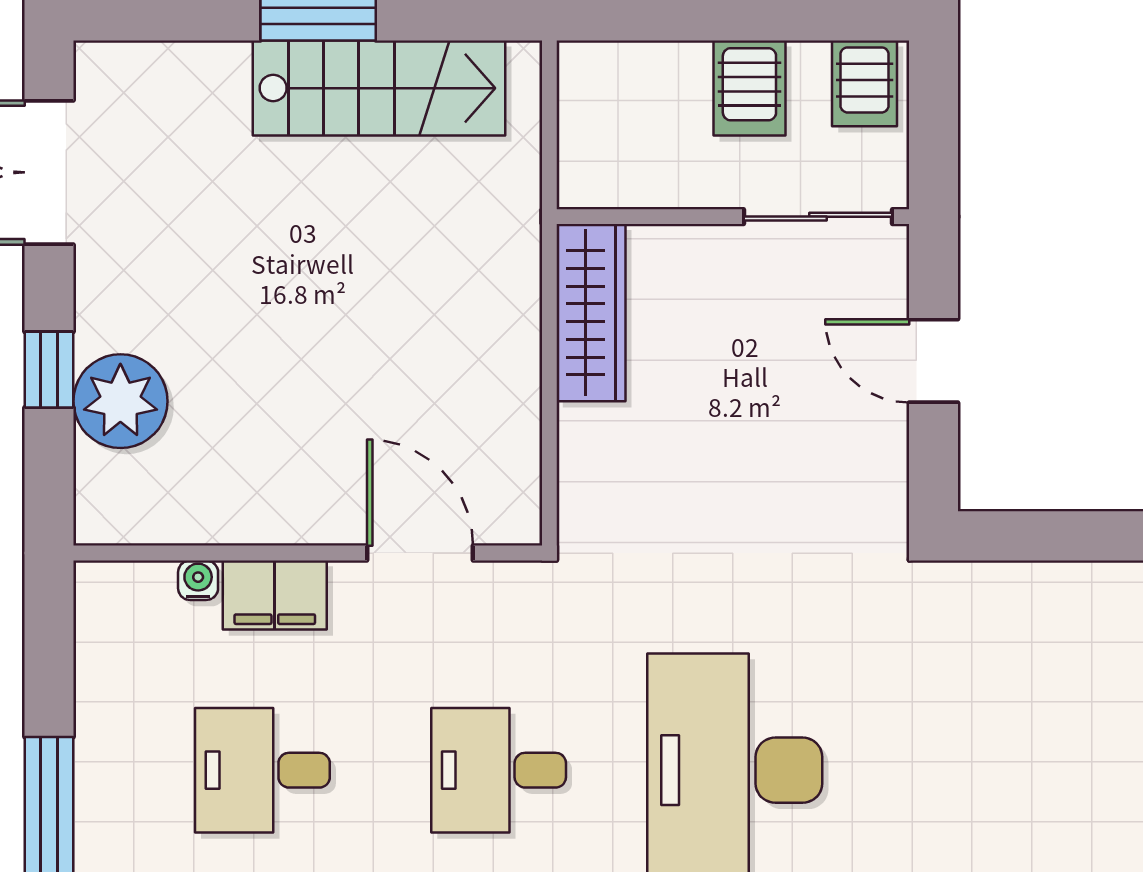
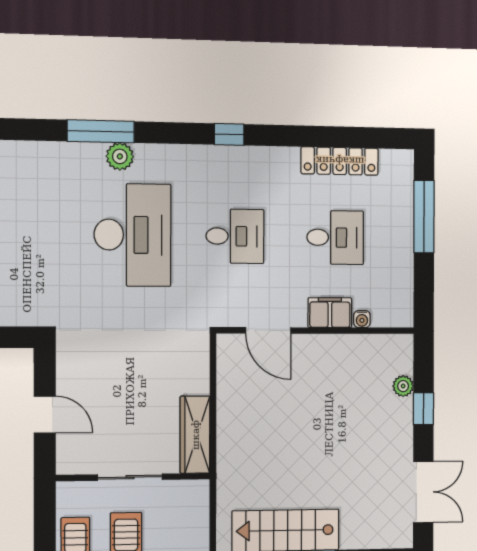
sliding door: (818, 217) -> (130, 477), moved
plant: (120, 401) -> (403, 386), width x0.53, depth x0.53

